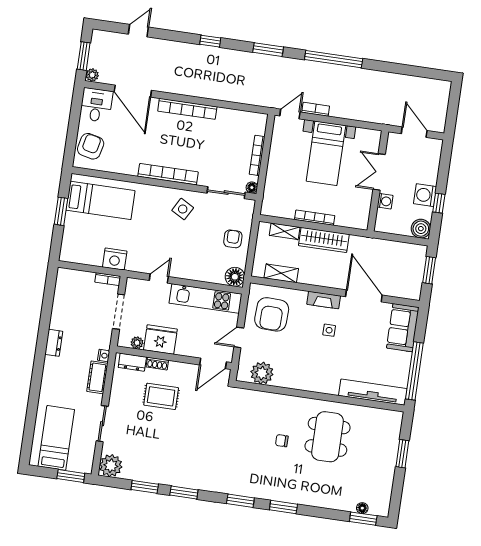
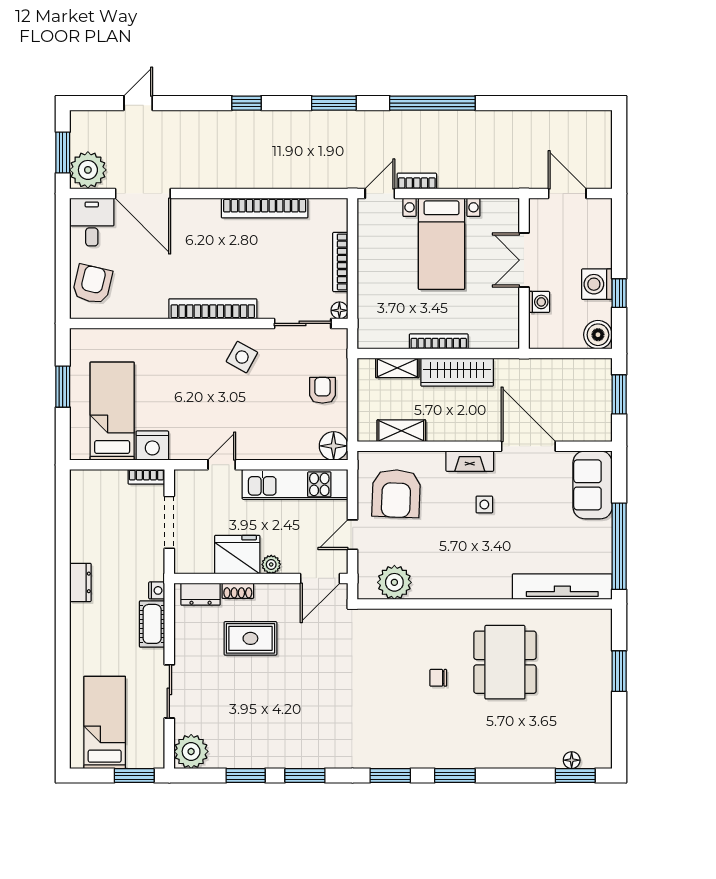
plant: (92, 75) -> (88, 170), width x1.87, depth x1.87
bookcase: (187, 109) -> (265, 208), moved
bed: (100, 200) -> (112, 411), moved, turned -90
plant: (137, 343) -> (271, 564), moved

